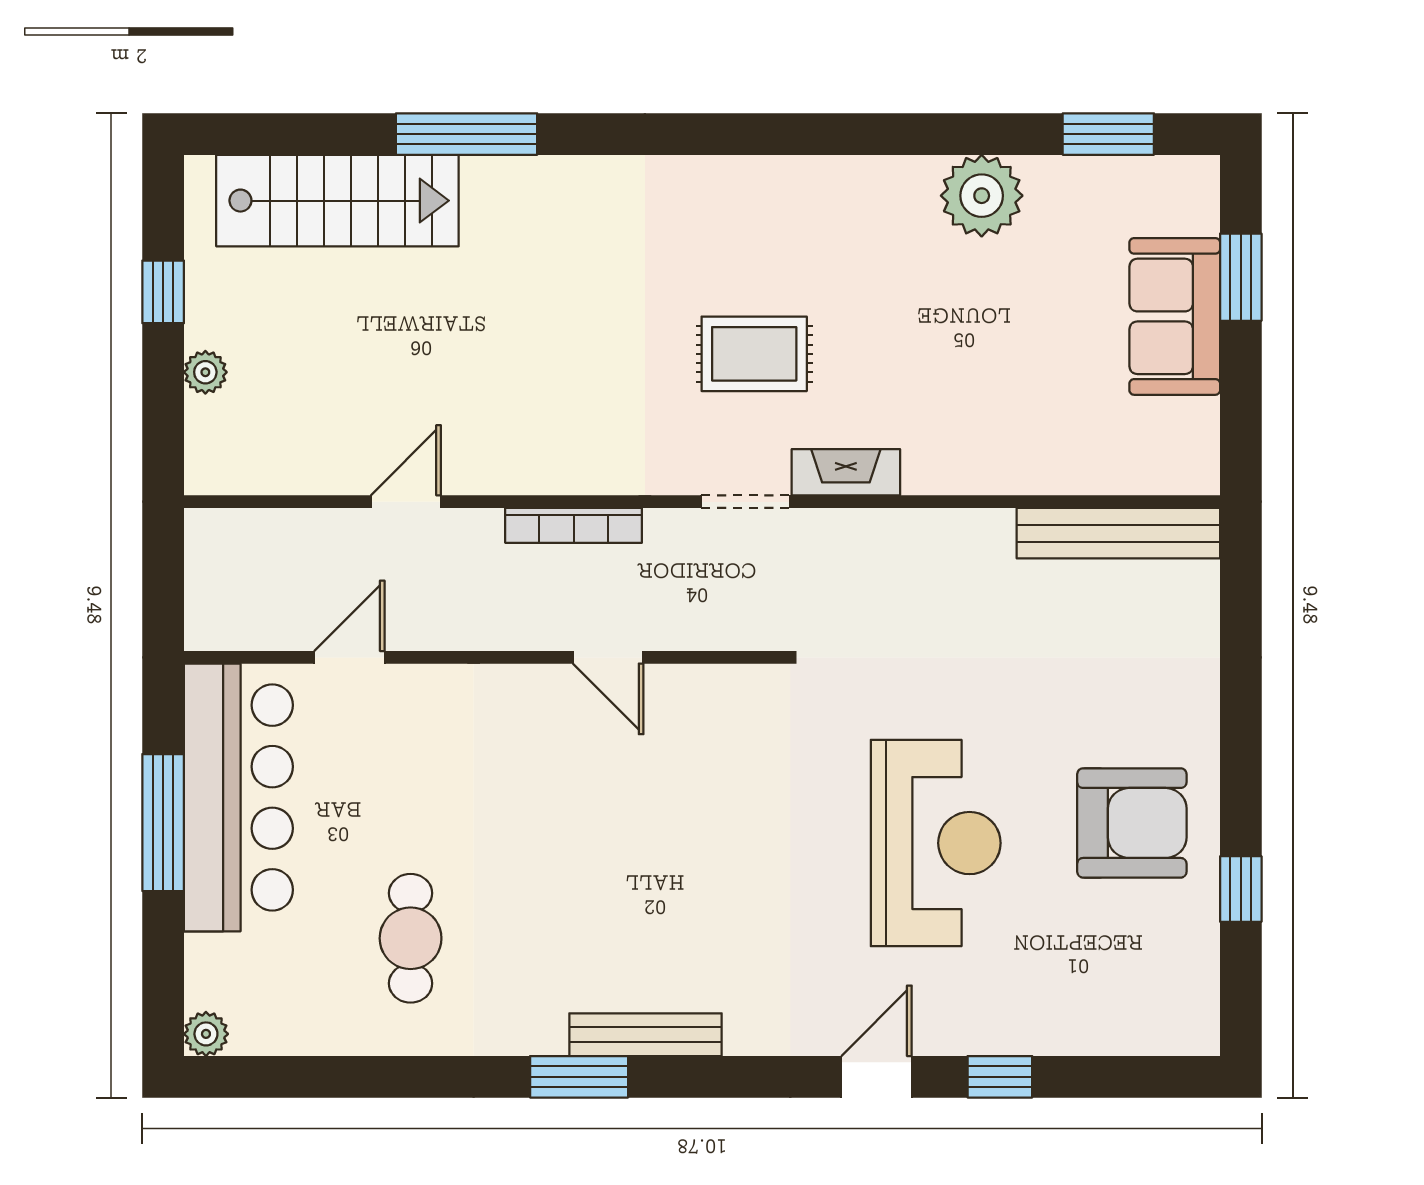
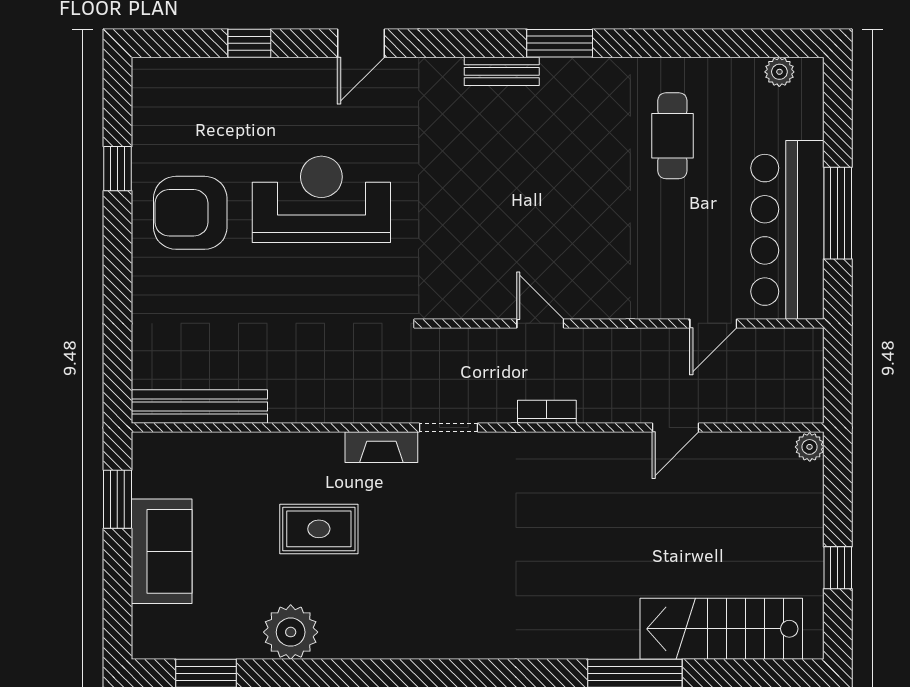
window: (1241, 277) -> (117, 499), moved
rug: (754, 354) -> (319, 529), moved
plant: (205, 372) -> (810, 447), moved
bookcase: (574, 525) -> (547, 412), width x0.64
reception desk: (936, 843) -> (321, 199), turned 90
plant: (206, 1034) -> (779, 72), moved
bench: (645, 1035) -> (502, 71), width x0.73
window: (1000, 1077) -> (249, 43), moved

